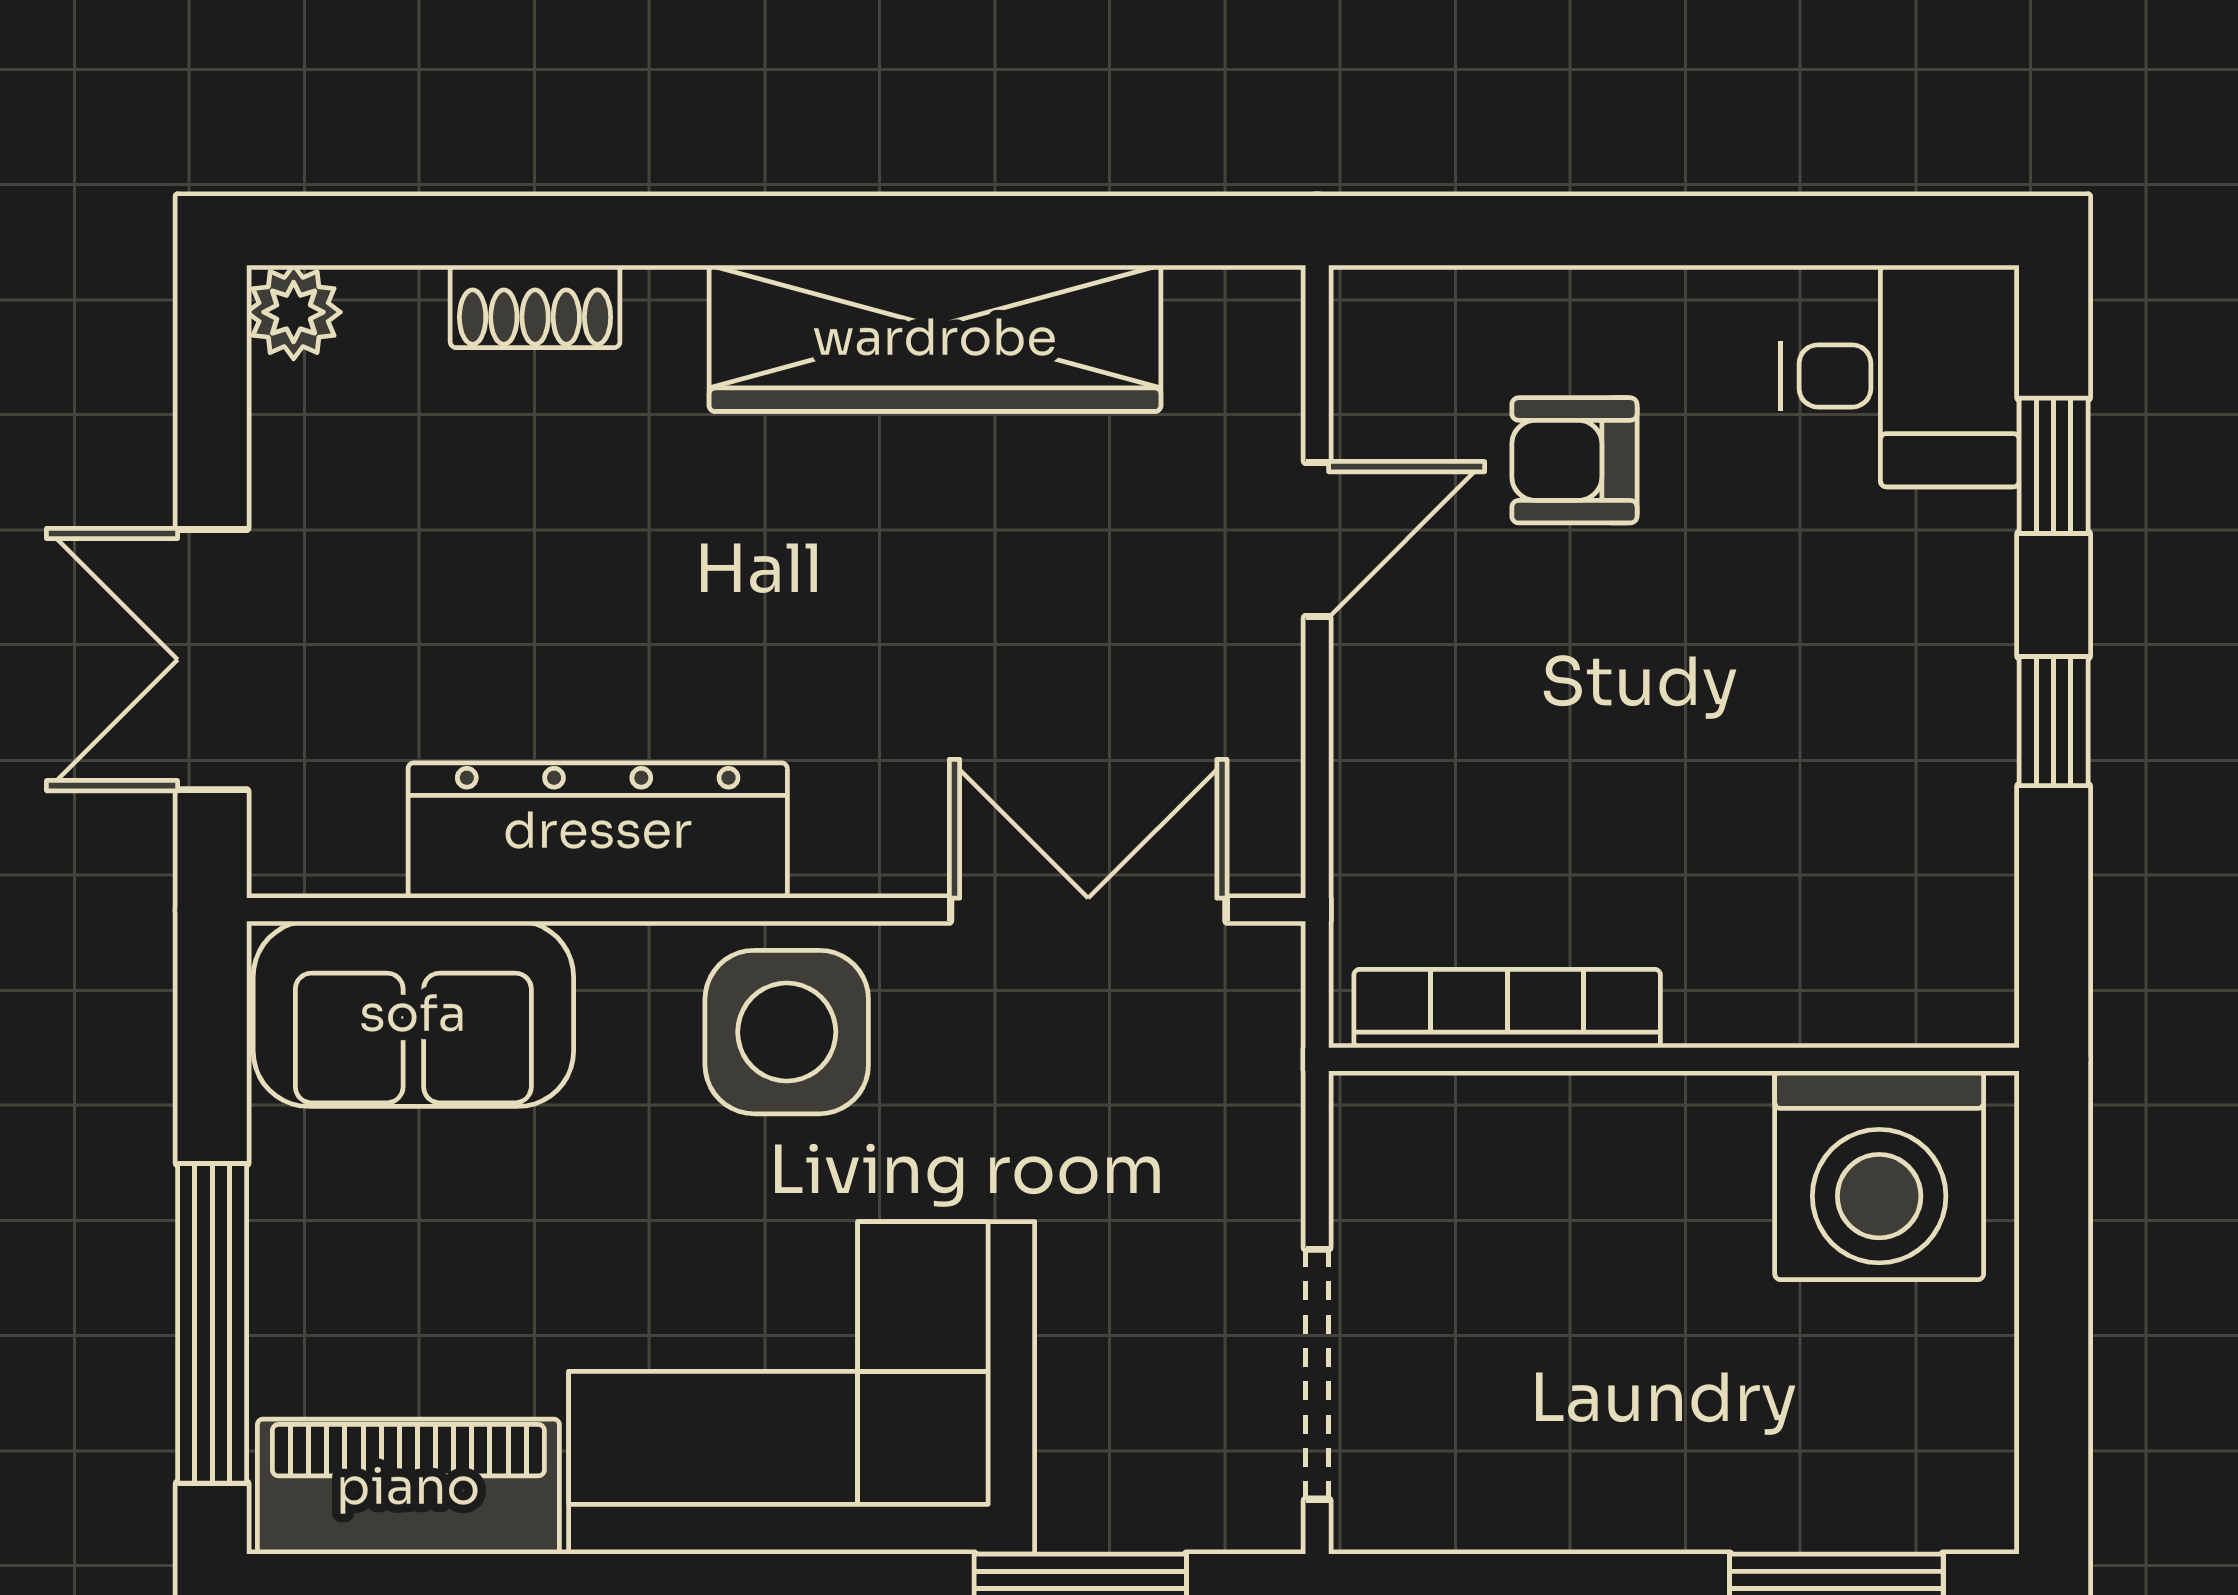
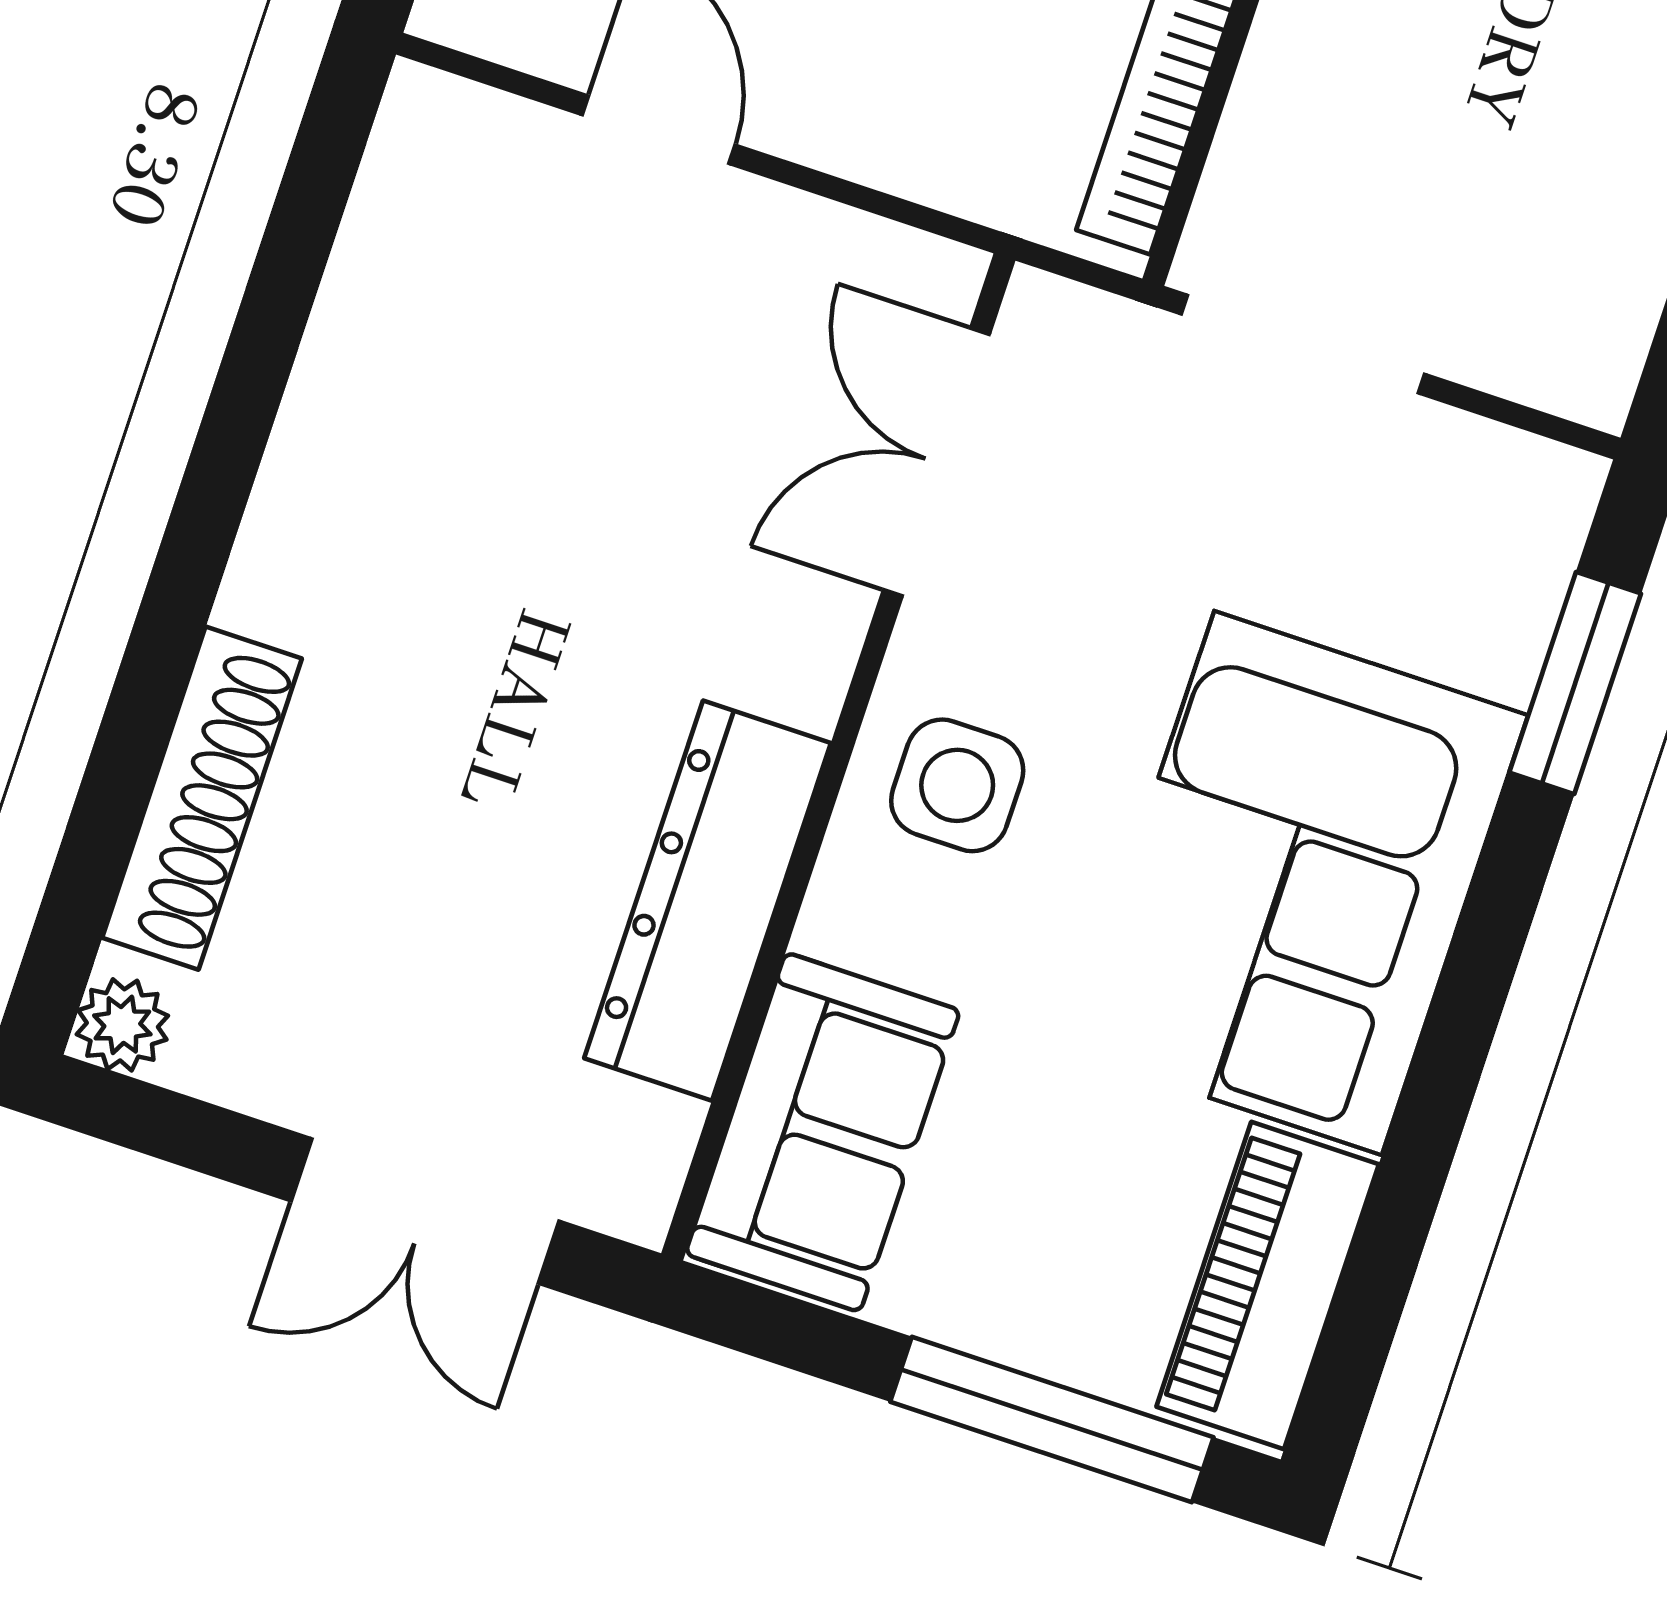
shoe rack: (535, 306) -> (202, 798), width x1.94, depth x1.24
wardrobe: (935, 338) -> (349, 427), removed
side table: (787, 1032) -> (957, 785), width x0.73, depth x0.73
doorway: (1317, 1374) -> (1303, 344), moved

